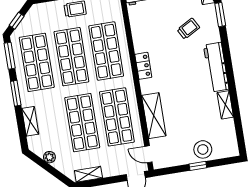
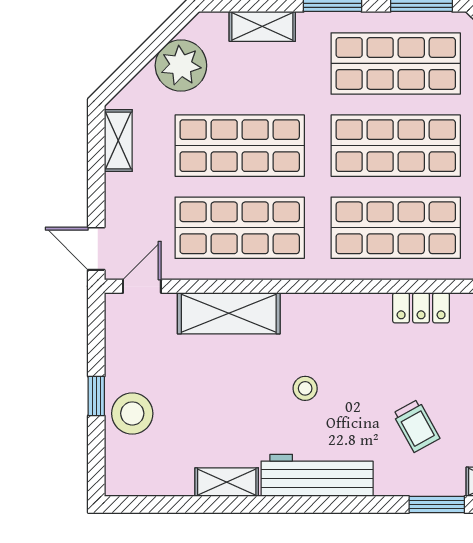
locker: (143, 66) -> (421, 308), moved
stool: (180, 78) -> (305, 388), added
plant: (49, 157) -> (181, 65), width x1.87, depth x1.87

